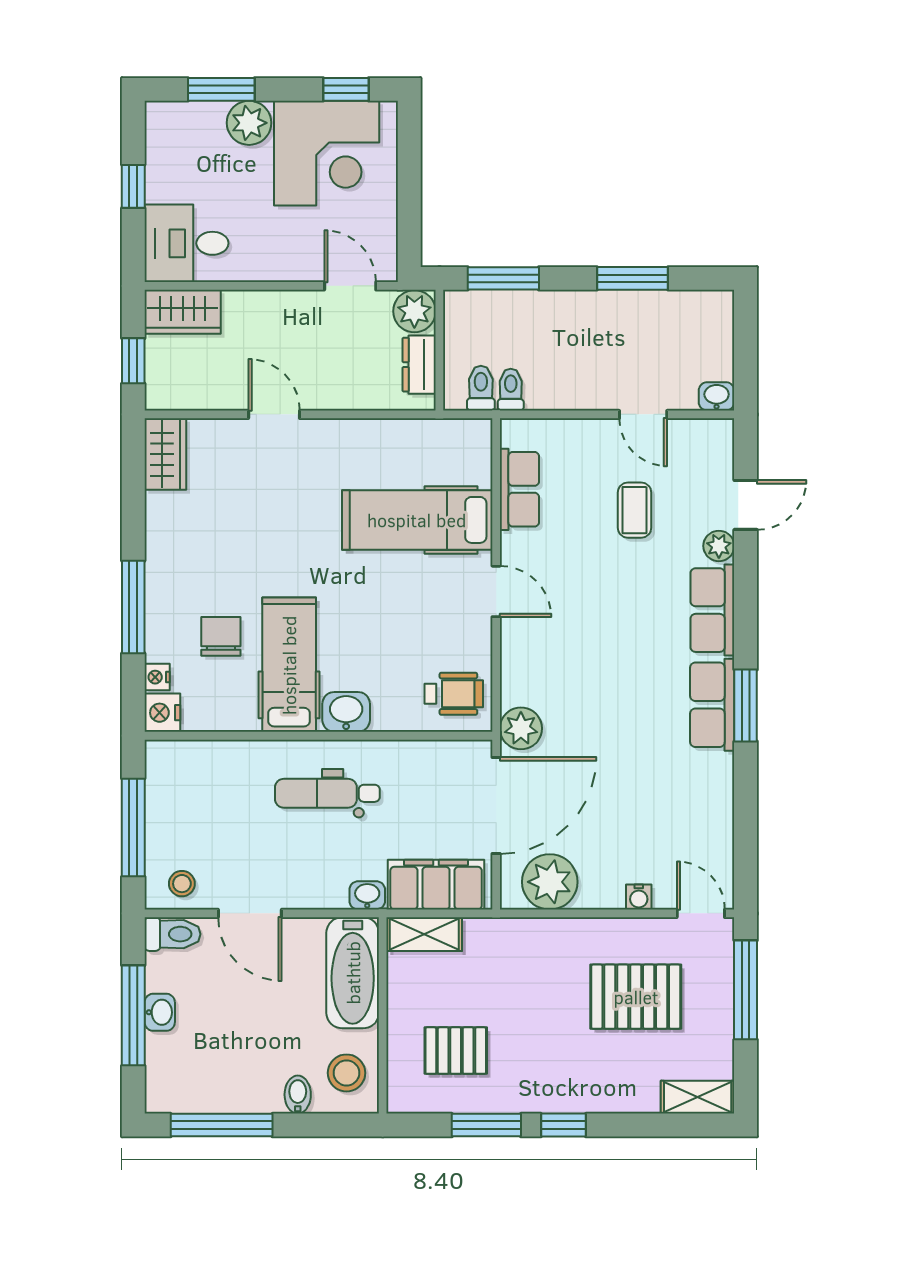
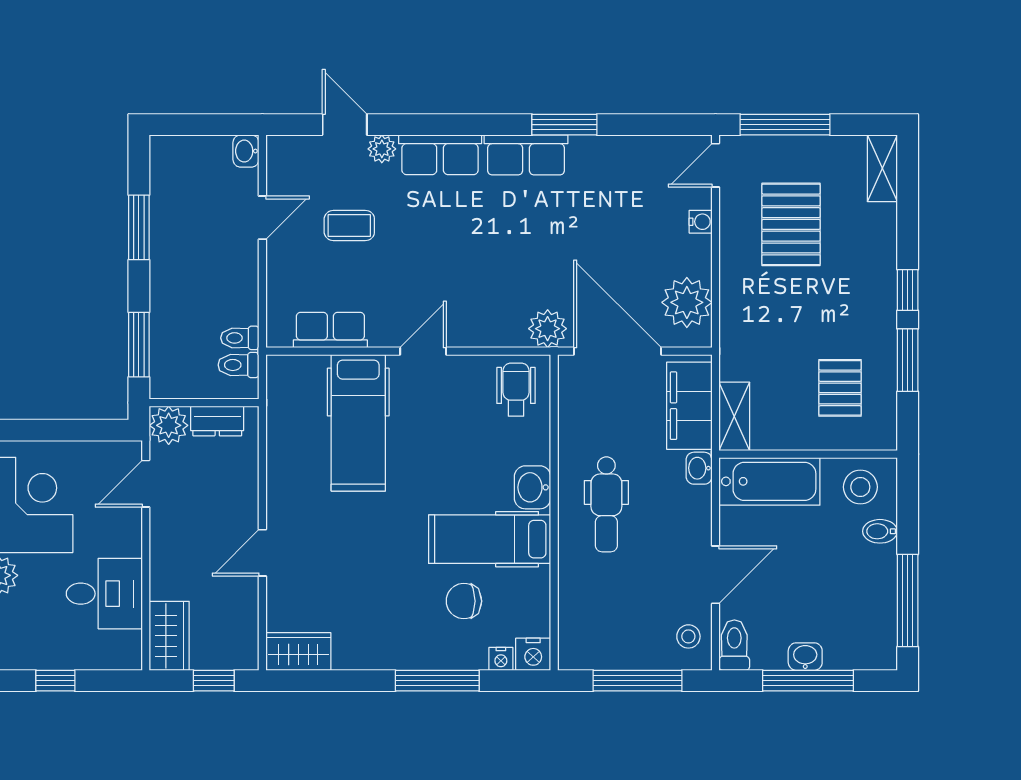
desk: (186, 243) -> (104, 594), moved, turned -90
window: (746, 706) -> (564, 125), moved

